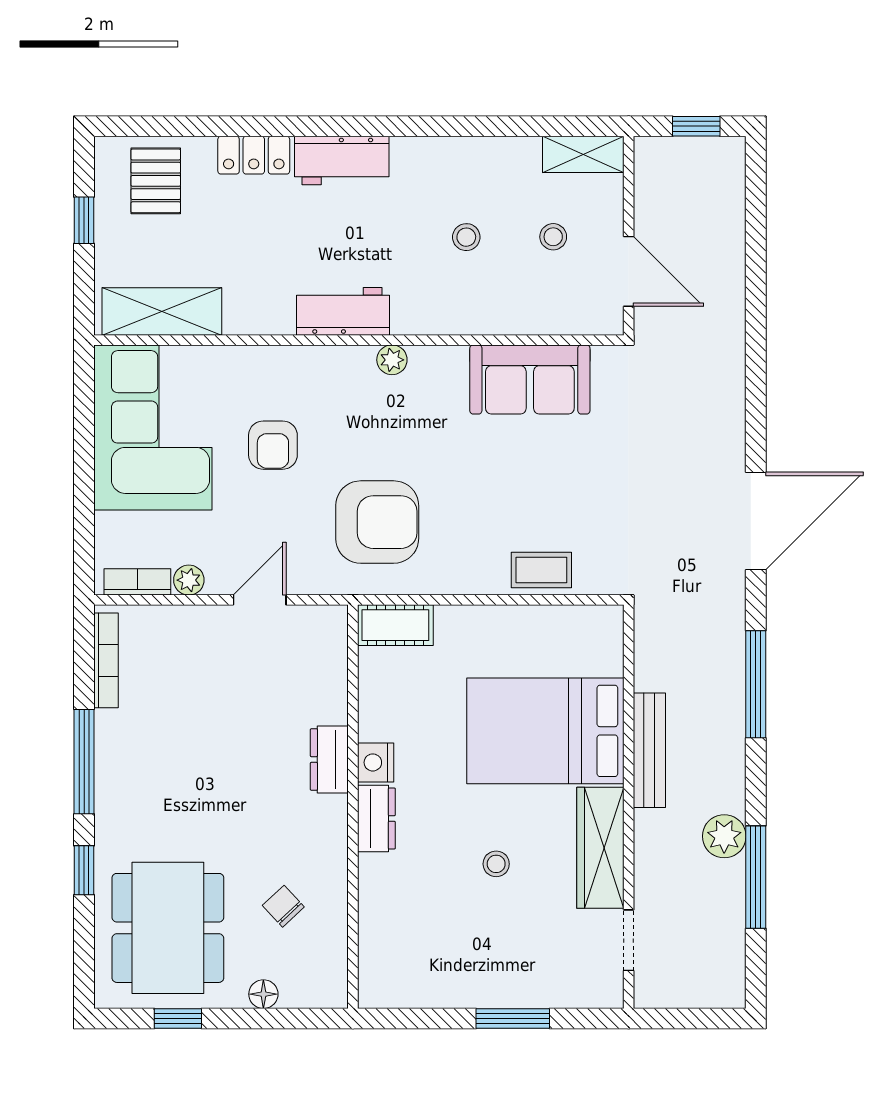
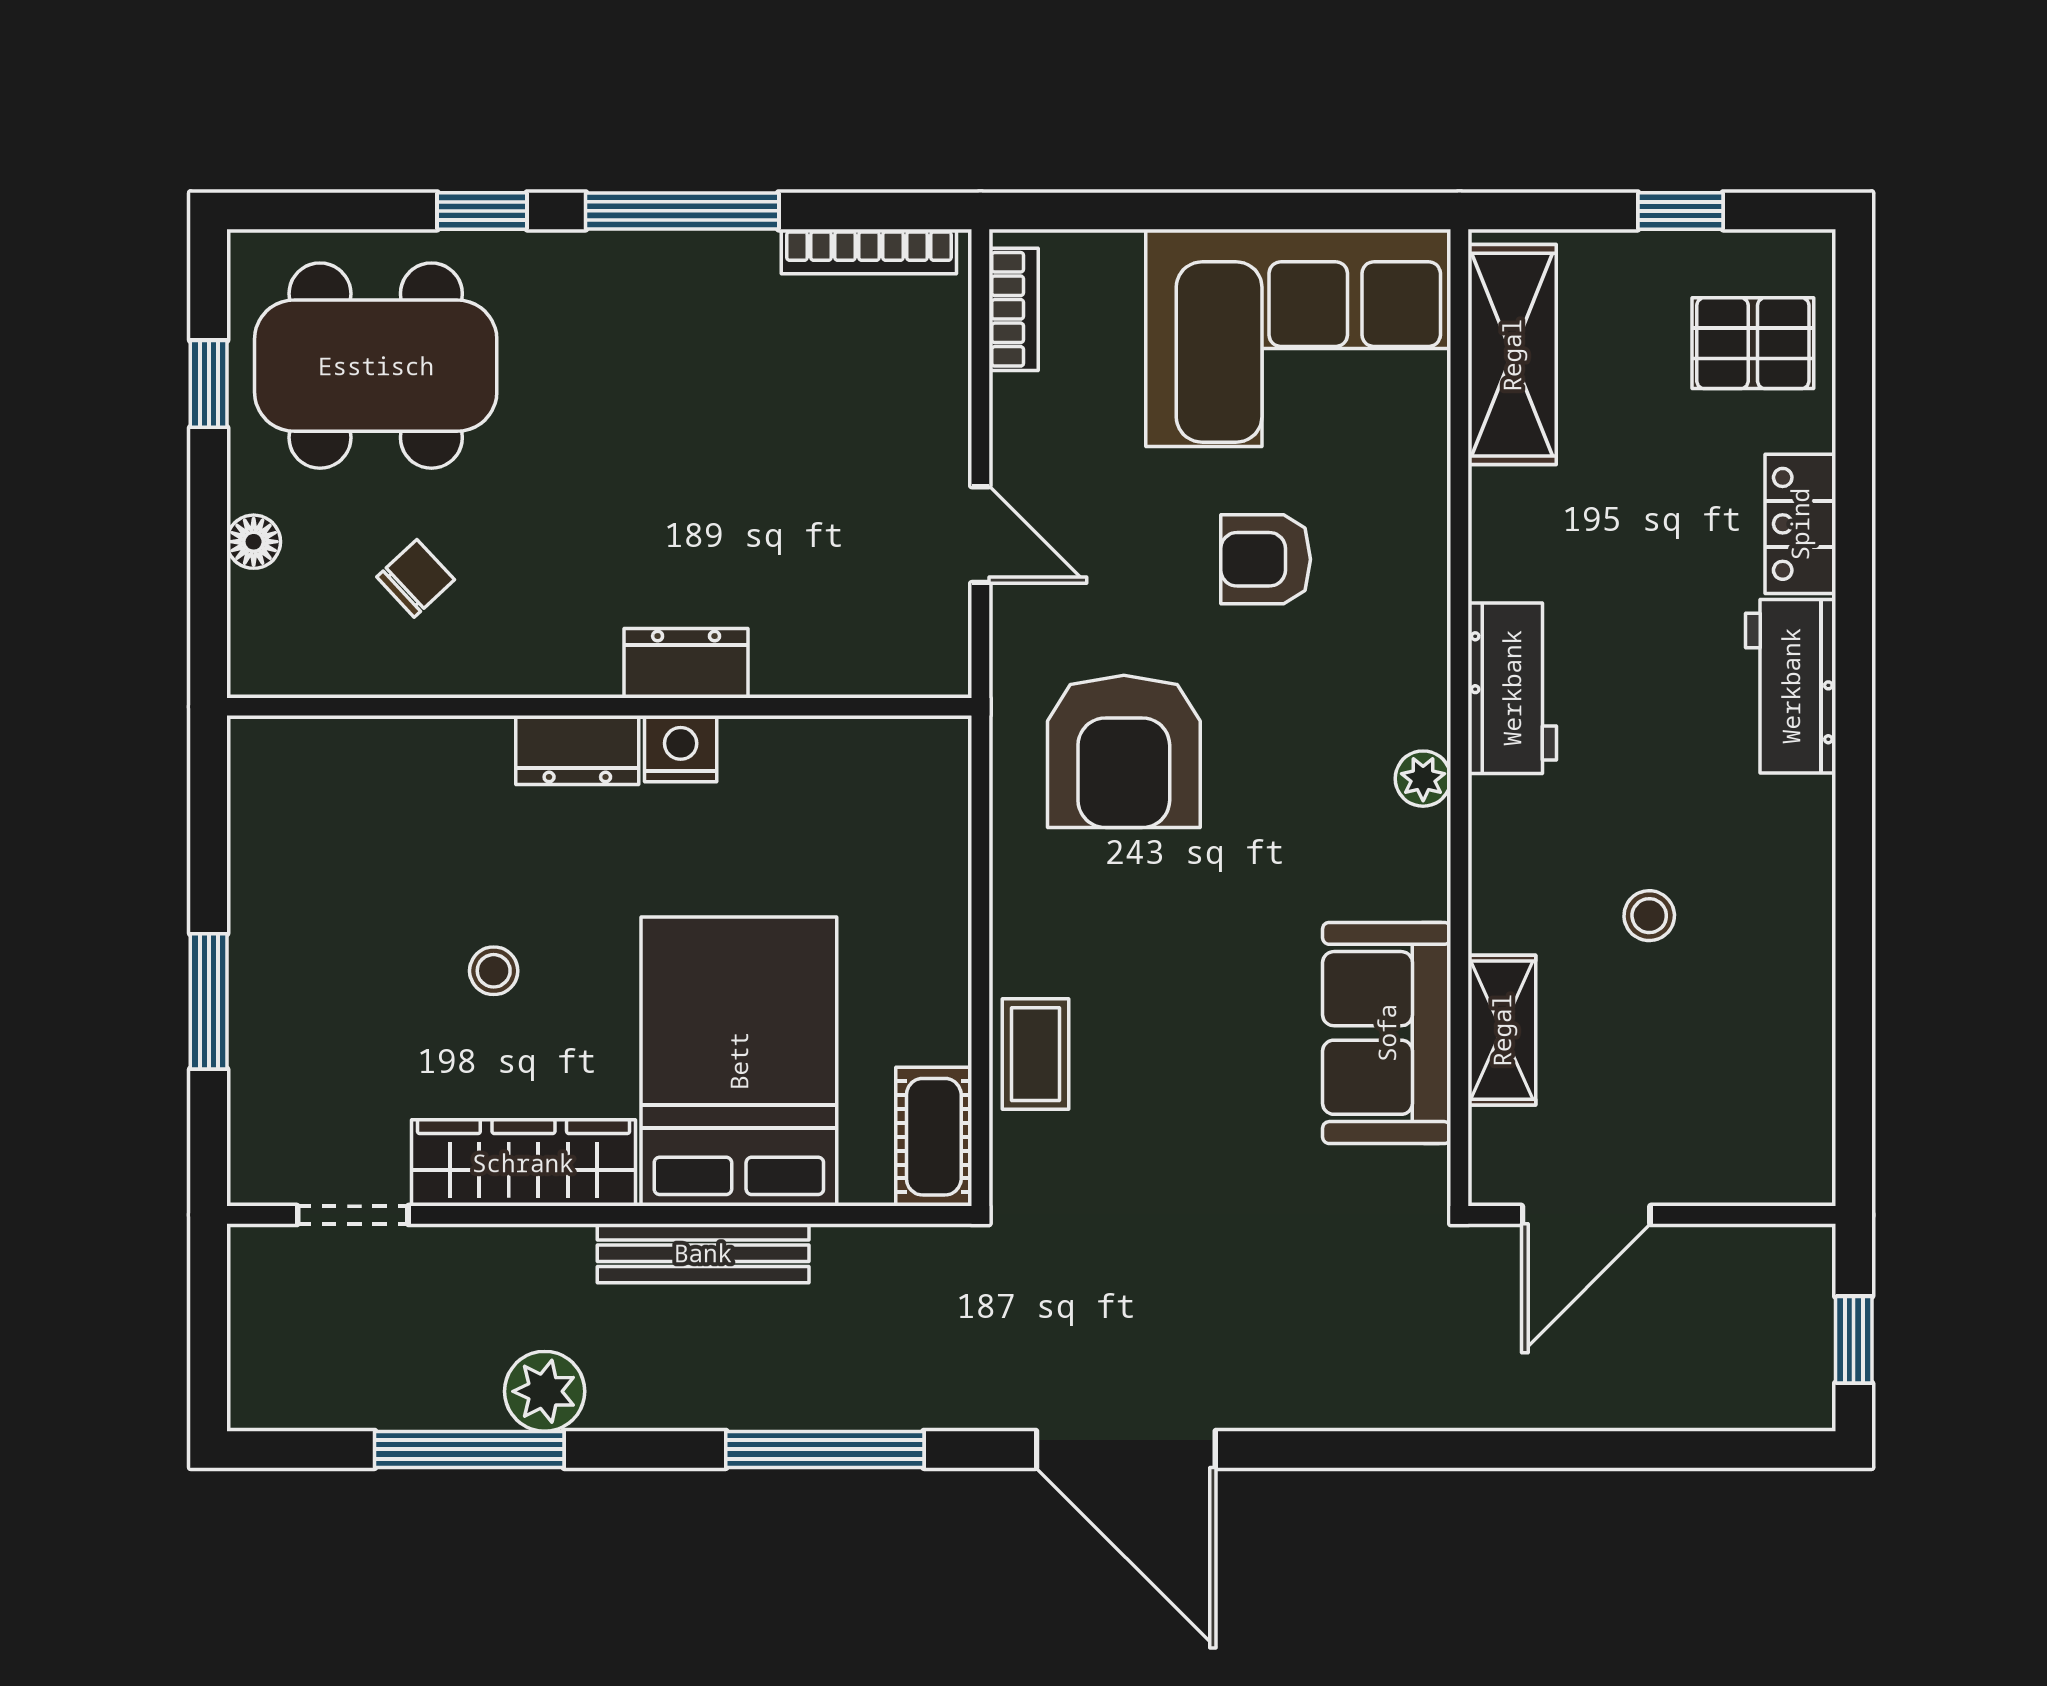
shelving: (583, 154) -> (1502, 1030), moved
stool: (553, 237) -> (1650, 1076), removed
plant: (189, 580) -> (1017, 404), removed
cot: (395, 625) -> (934, 1137), moved

